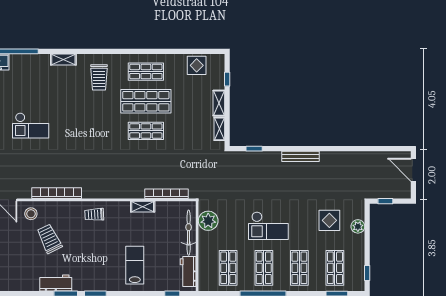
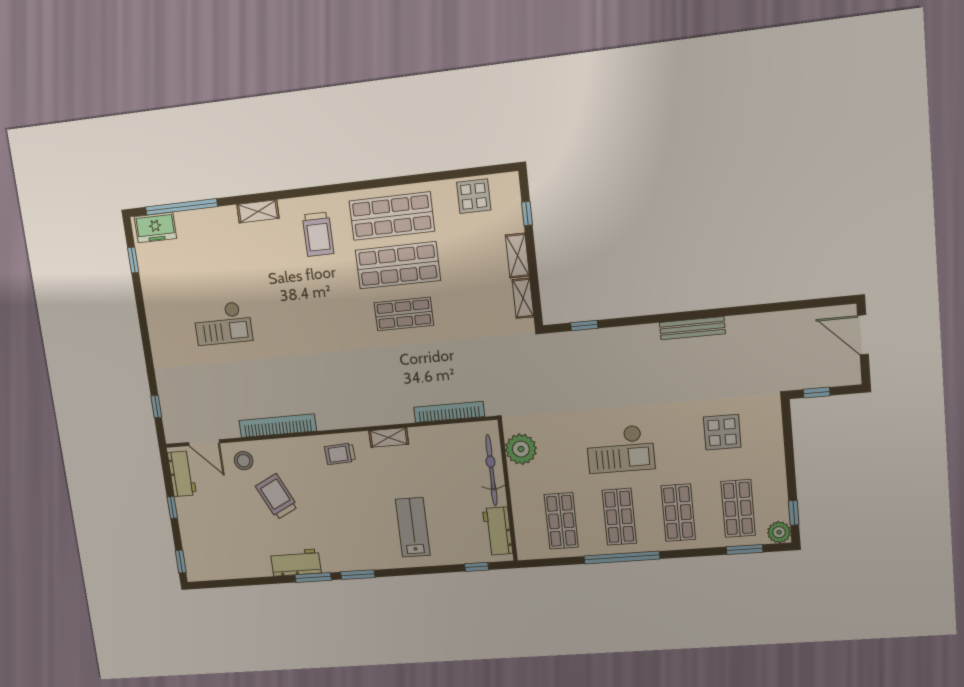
shop shelf: (146, 72) -> (392, 216), width x1.43, depth x1.36
bench: (301, 156) -> (692, 328), moved
shelving: (143, 207) -> (389, 437), moved
plant: (358, 226) -> (779, 532), moved

